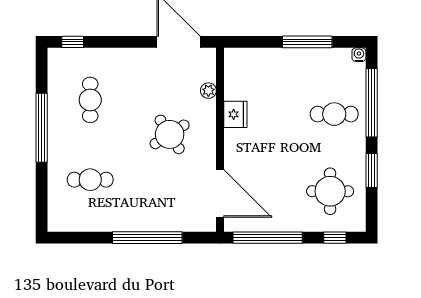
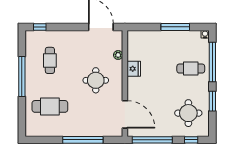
round table: (170, 134) -> (96, 80), turned 33
cafe table: (90, 180) -> (50, 106), width x1.37, depth x1.35

